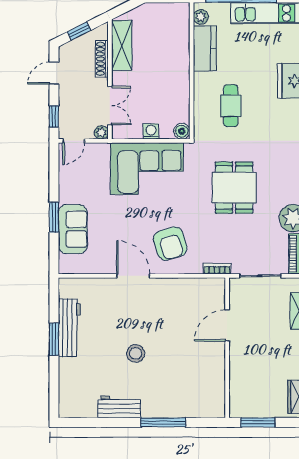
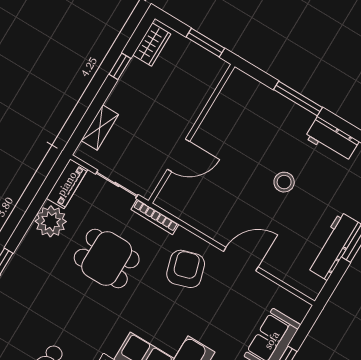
dining table: (234, 188) -> (107, 259), moved, turned 90
bookcase: (217, 269) -> (155, 217), width x1.56
door: (133, 276) -> (241, 259), swing flipped

